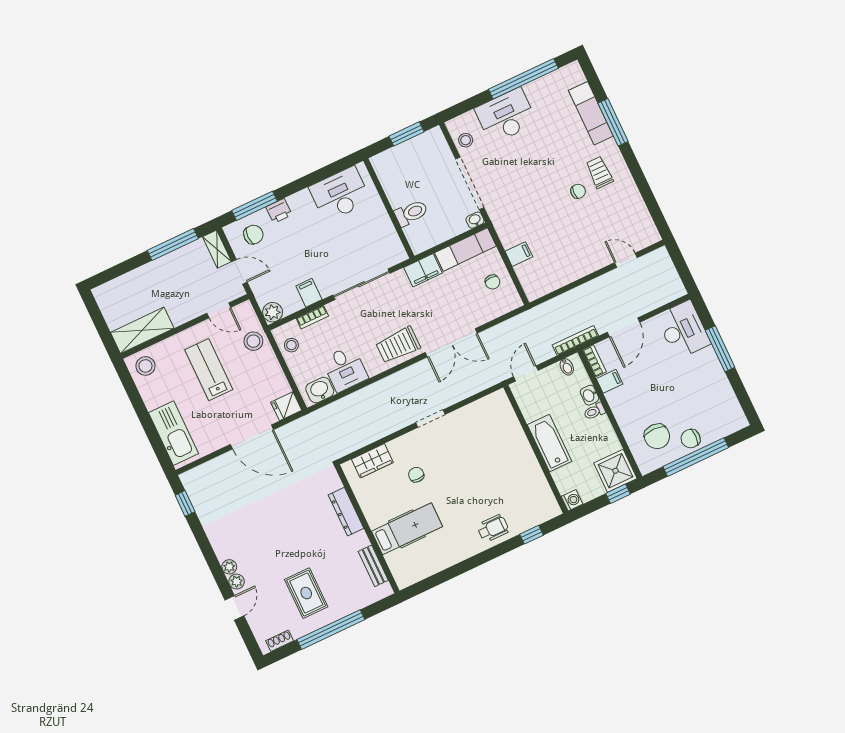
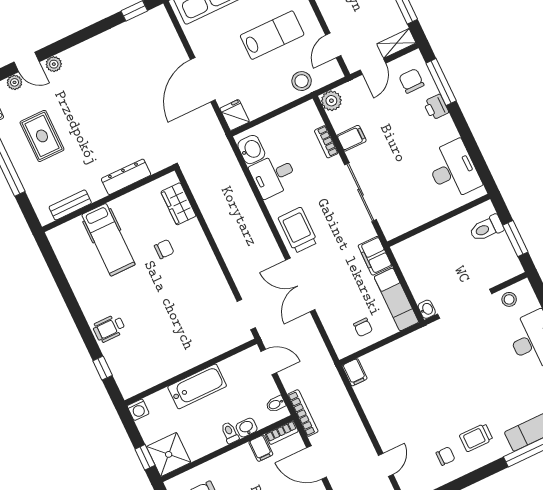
trolley: (600, 172) -> (476, 438), turned 180
chair: (578, 191) -> (445, 456), moved, turned -90
toilet: (411, 213) -> (486, 228), moved, turned 90
chair: (253, 235) -> (411, 81), turned 180
filing cabinet: (519, 254) -> (355, 372), moved
chair: (492, 282) -> (363, 327), turned -90
stool: (291, 345) -> (298, 120), removed
doorway: (430, 419) -> (246, 315), moved
wheelchair: (493, 528) -> (109, 328), turned 90
plant: (229, 567) -> (15, 82), moved
rug: (306, 593) -> (42, 136), turned 90

